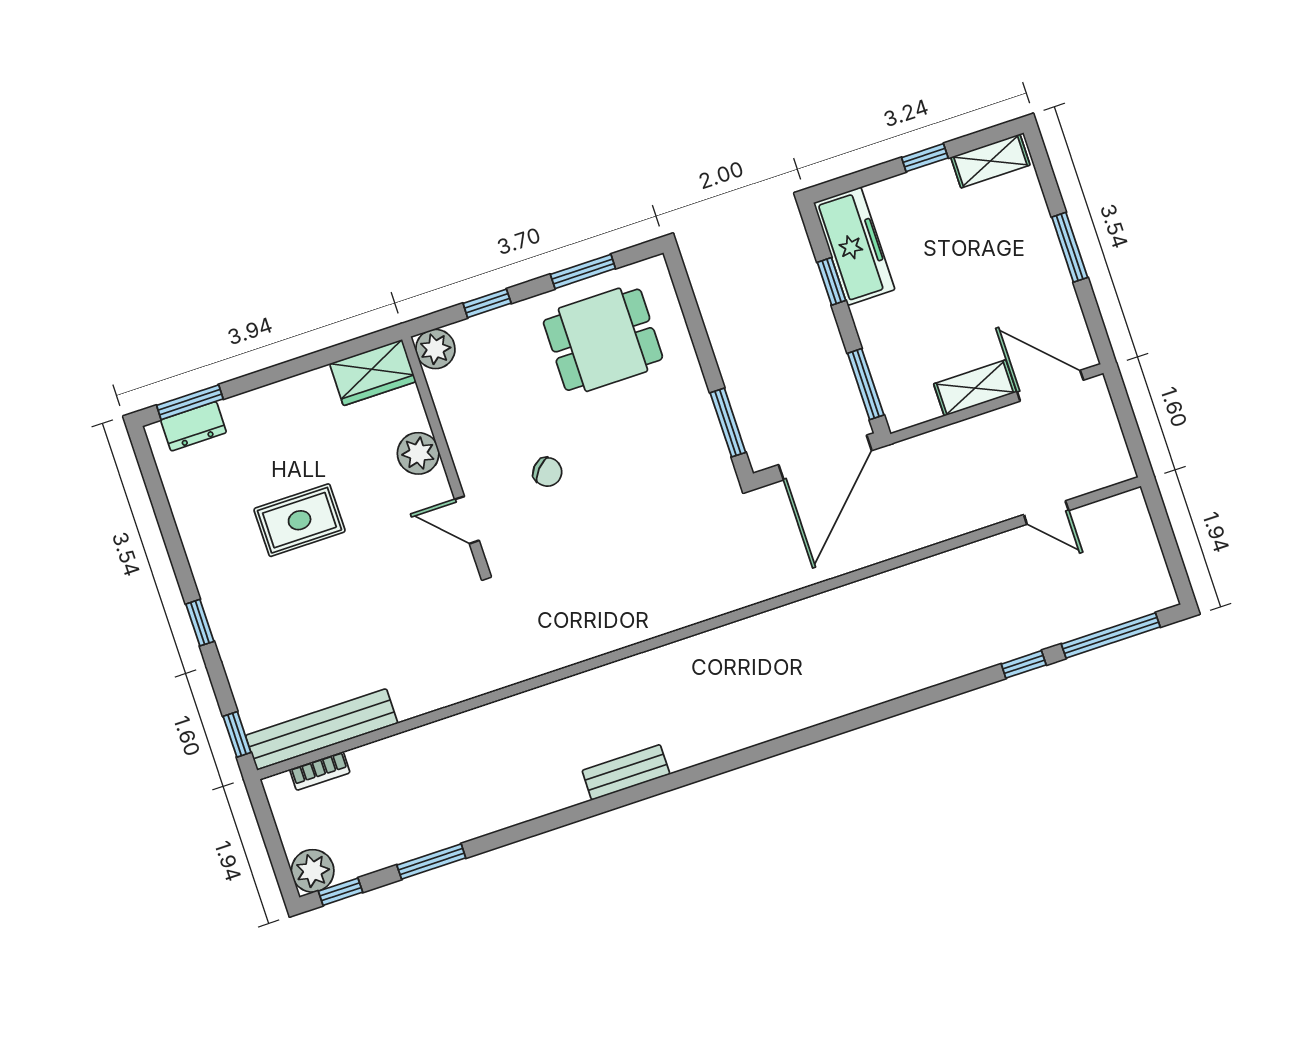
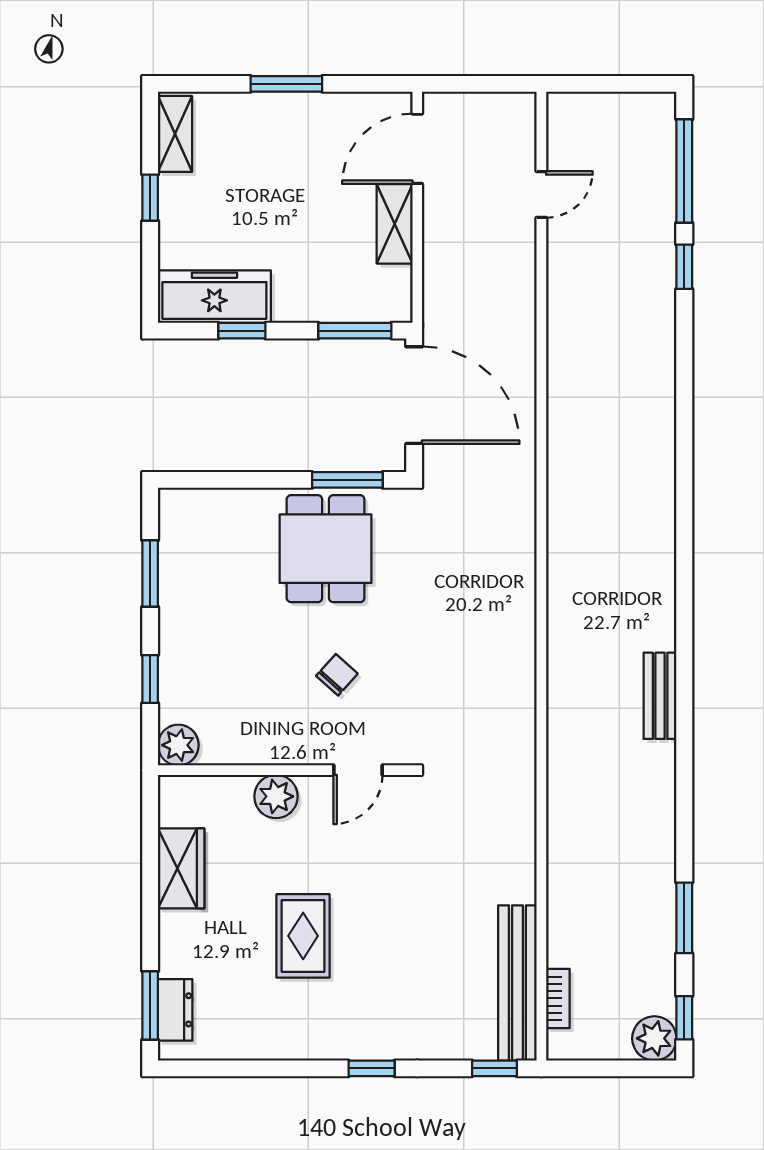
dining table: (603, 340) -> (326, 549), moved
wardrobe: (373, 373) -> (181, 868), moved

